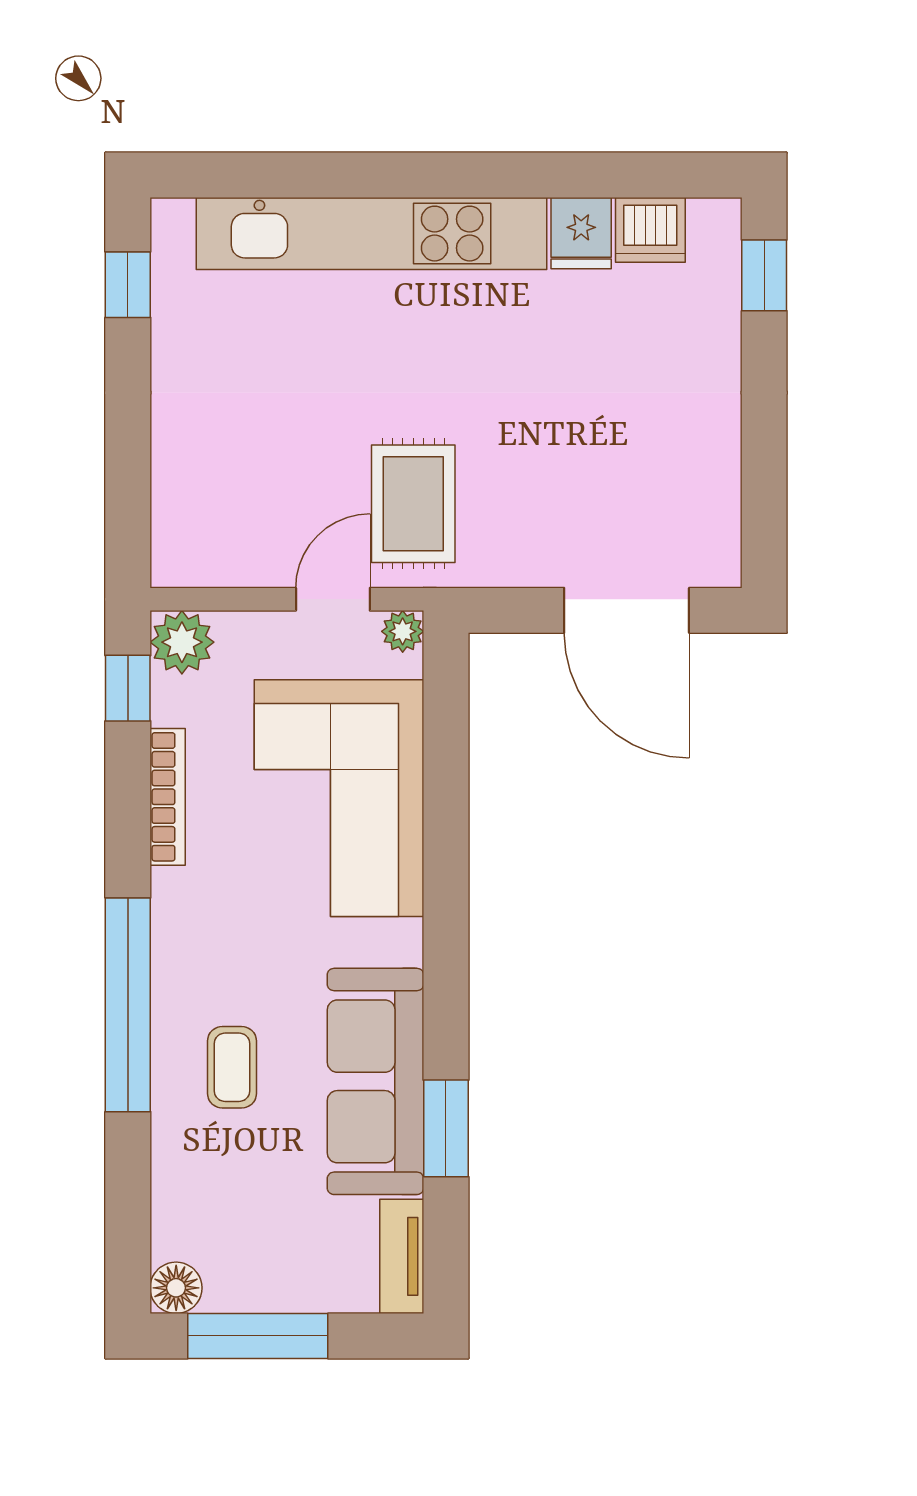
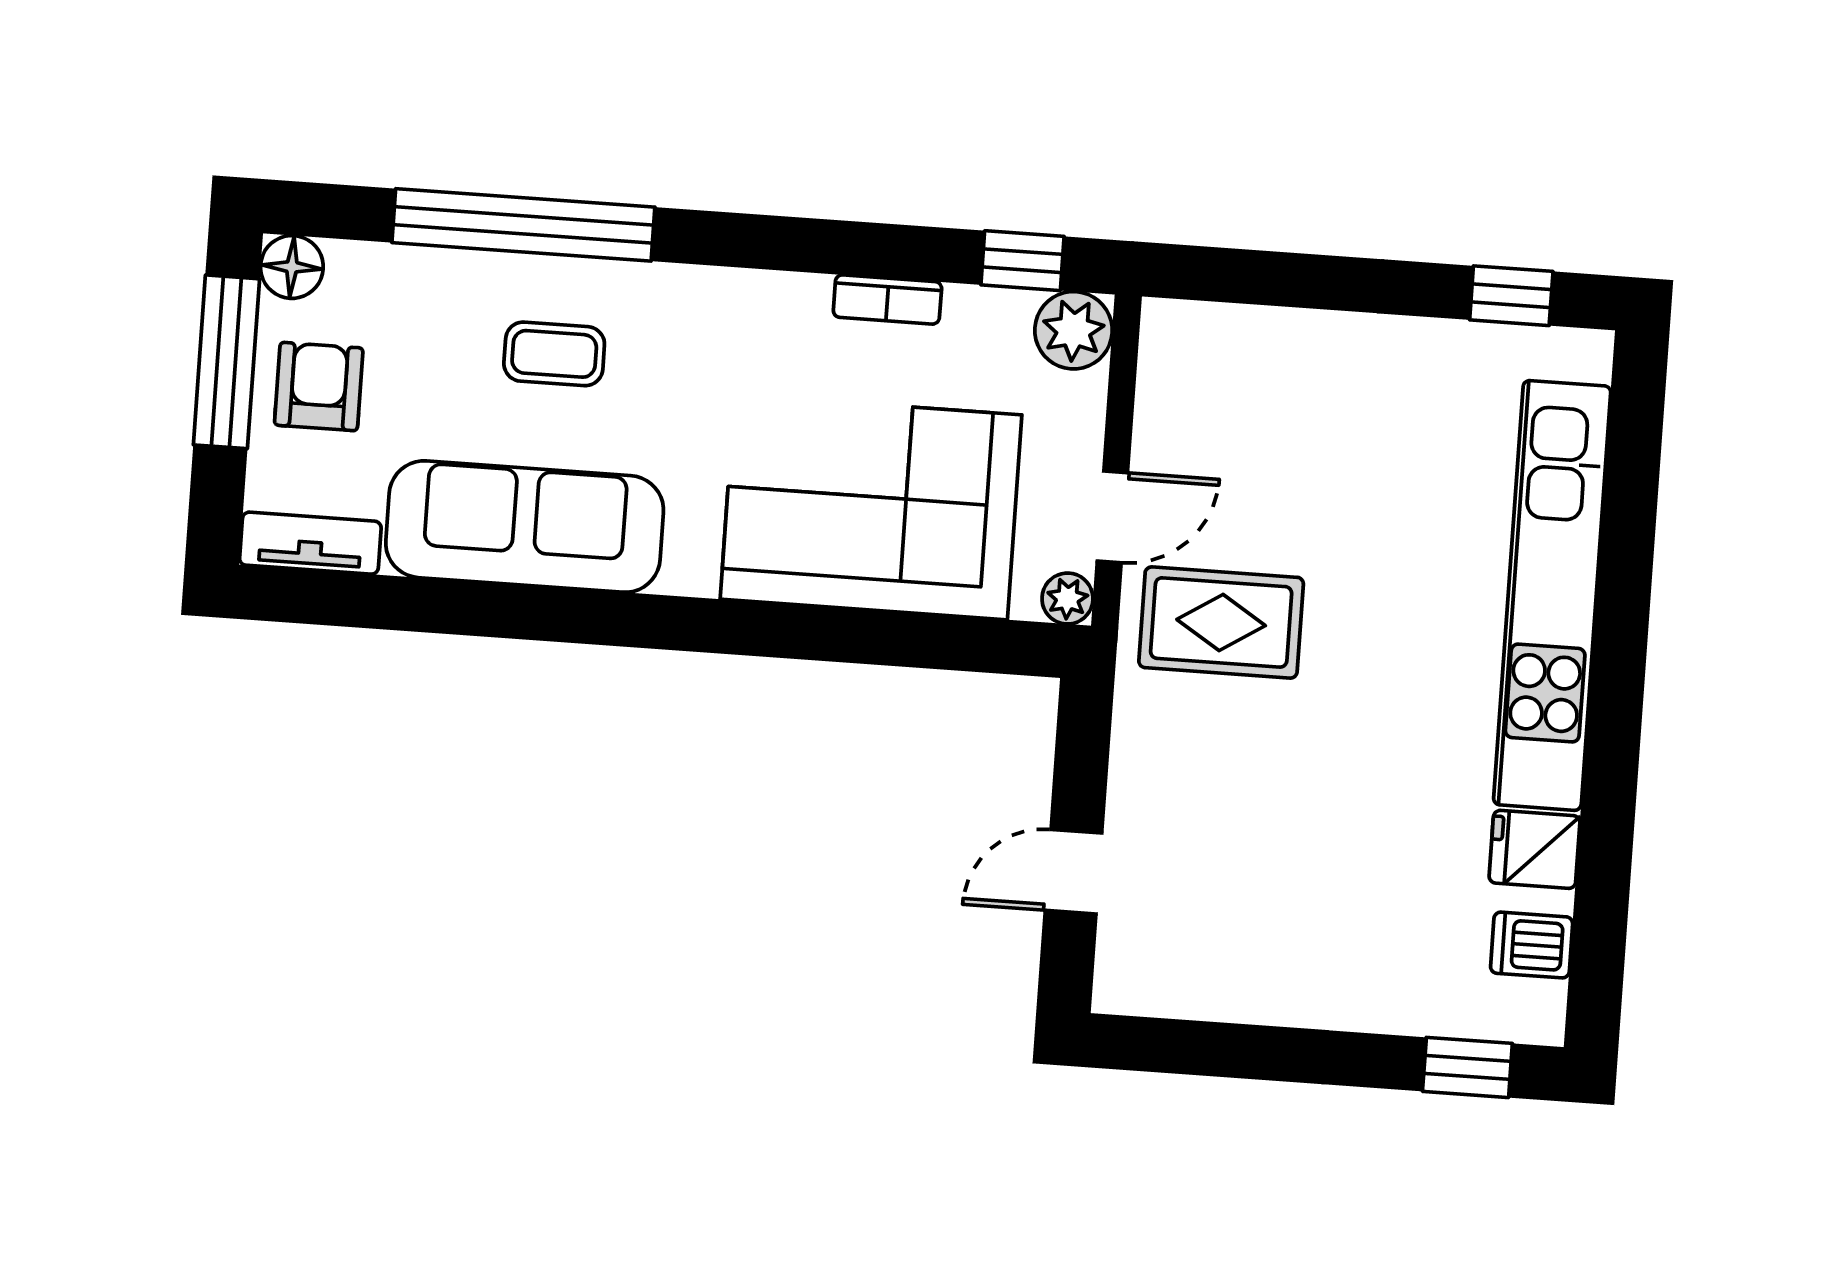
dishwasher: (650, 230) -> (1532, 945), width x0.73
door: (333, 599) -> (1112, 517), hinge flipped
door: (627, 610) -> (1073, 872), width x0.53
bookcase: (168, 797) -> (887, 299), width x0.64
window: (128, 1005) -> (523, 225), moved
window: (446, 1128) -> (461, 608), removed
armchair: (273, 1259) -> (319, 387), added

